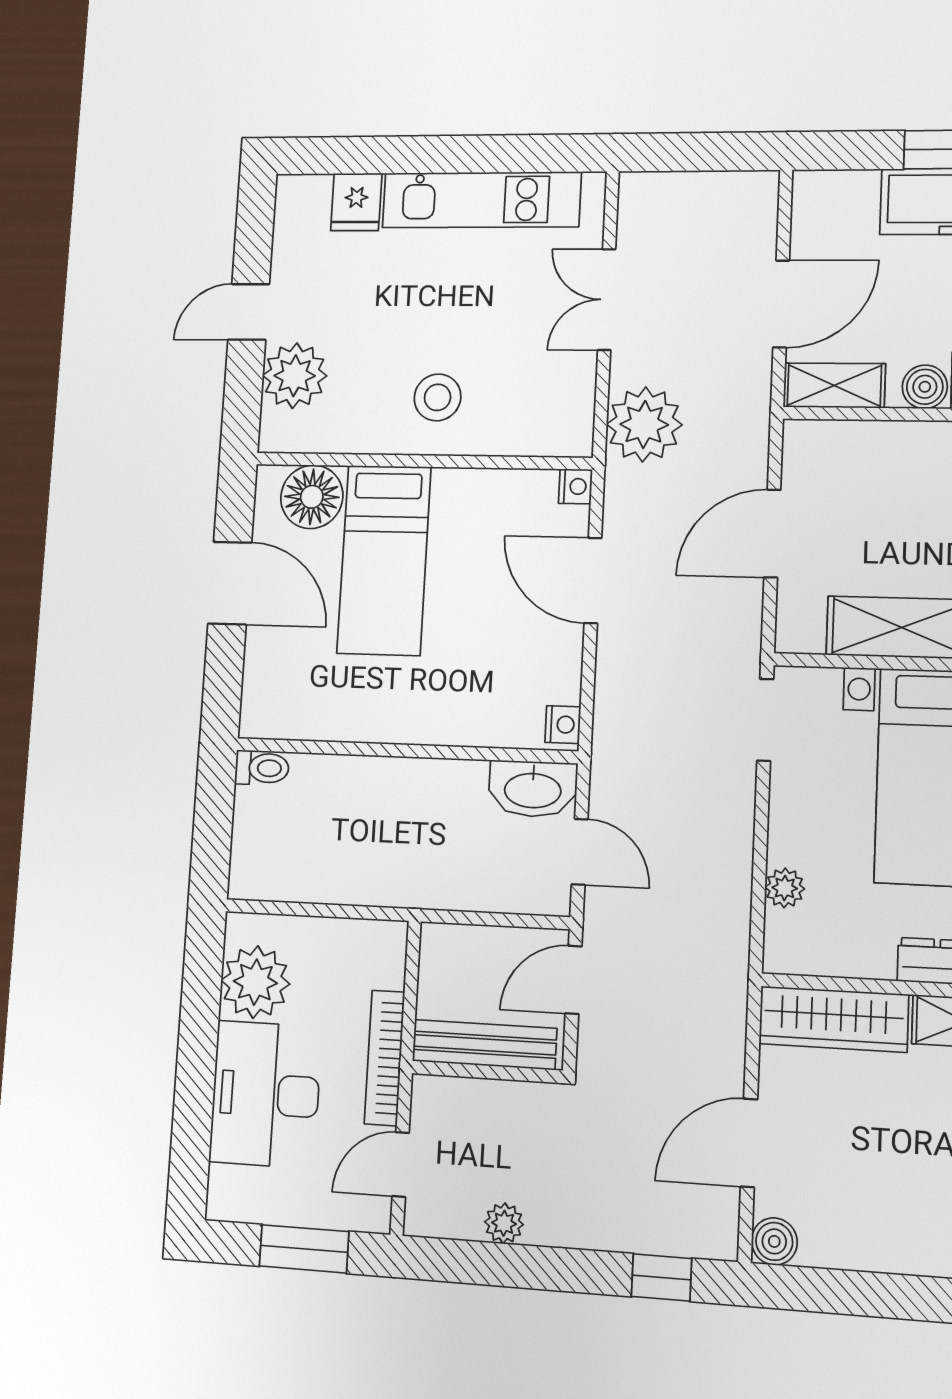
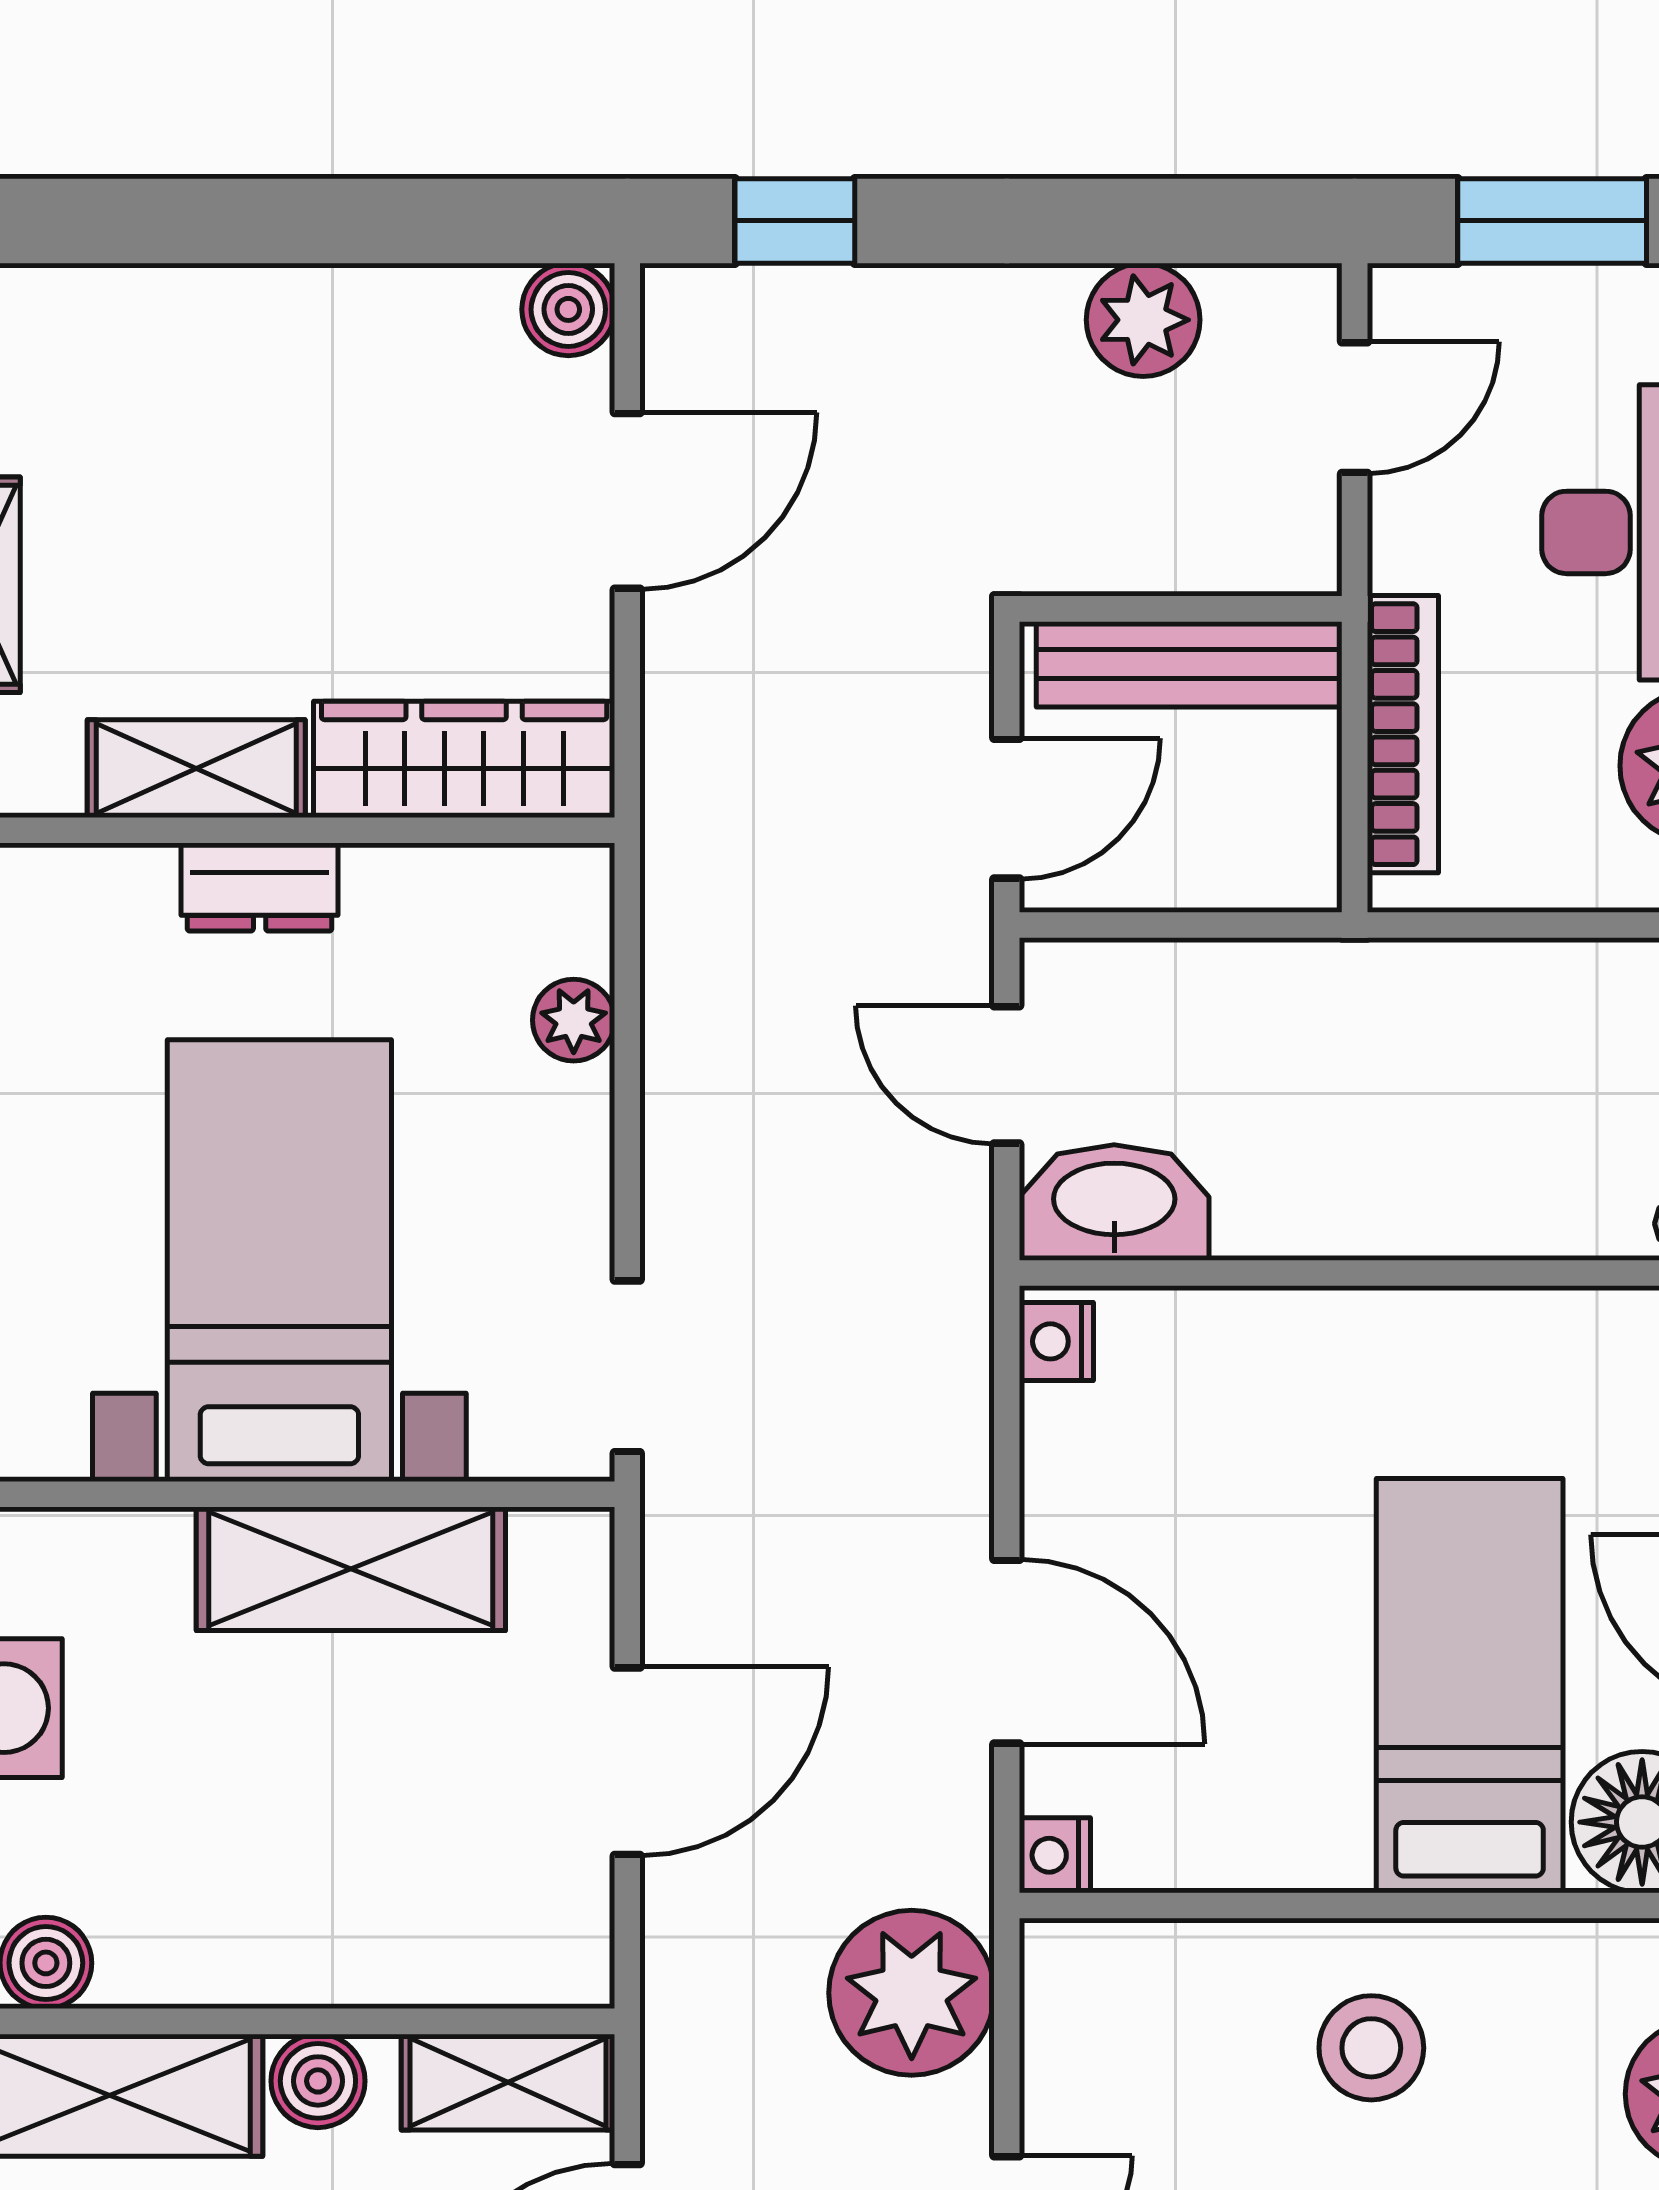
bookcase: (385, 1058) -> (1403, 734), moved
plant: (504, 1223) -> (1143, 320), width x1.38, depth x1.38

